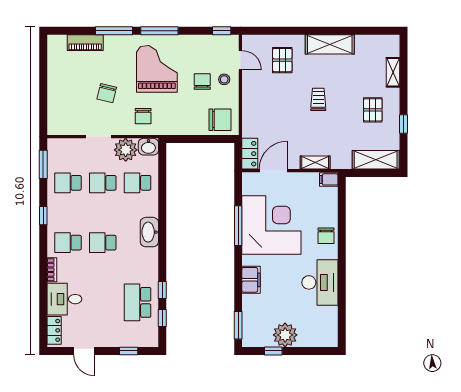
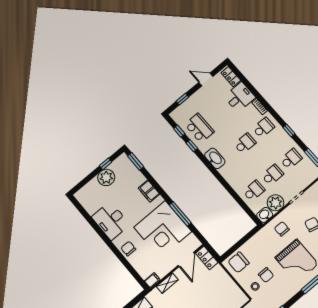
washbasin: (149, 232) -> (215, 158), moved

